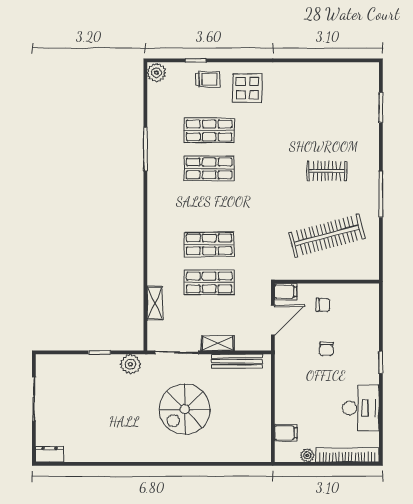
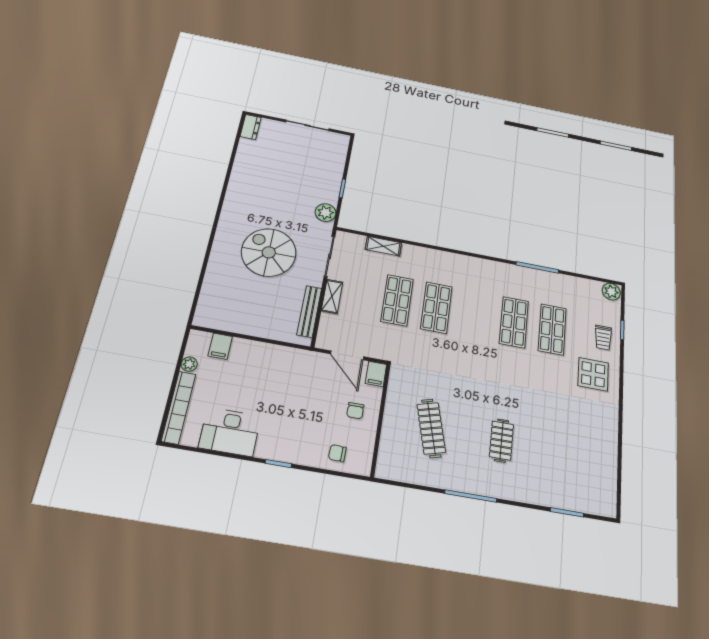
clothes rail: (327, 236) -> (431, 428), width x0.73, depth x0.76
chair: (326, 349) -> (337, 453), moved

